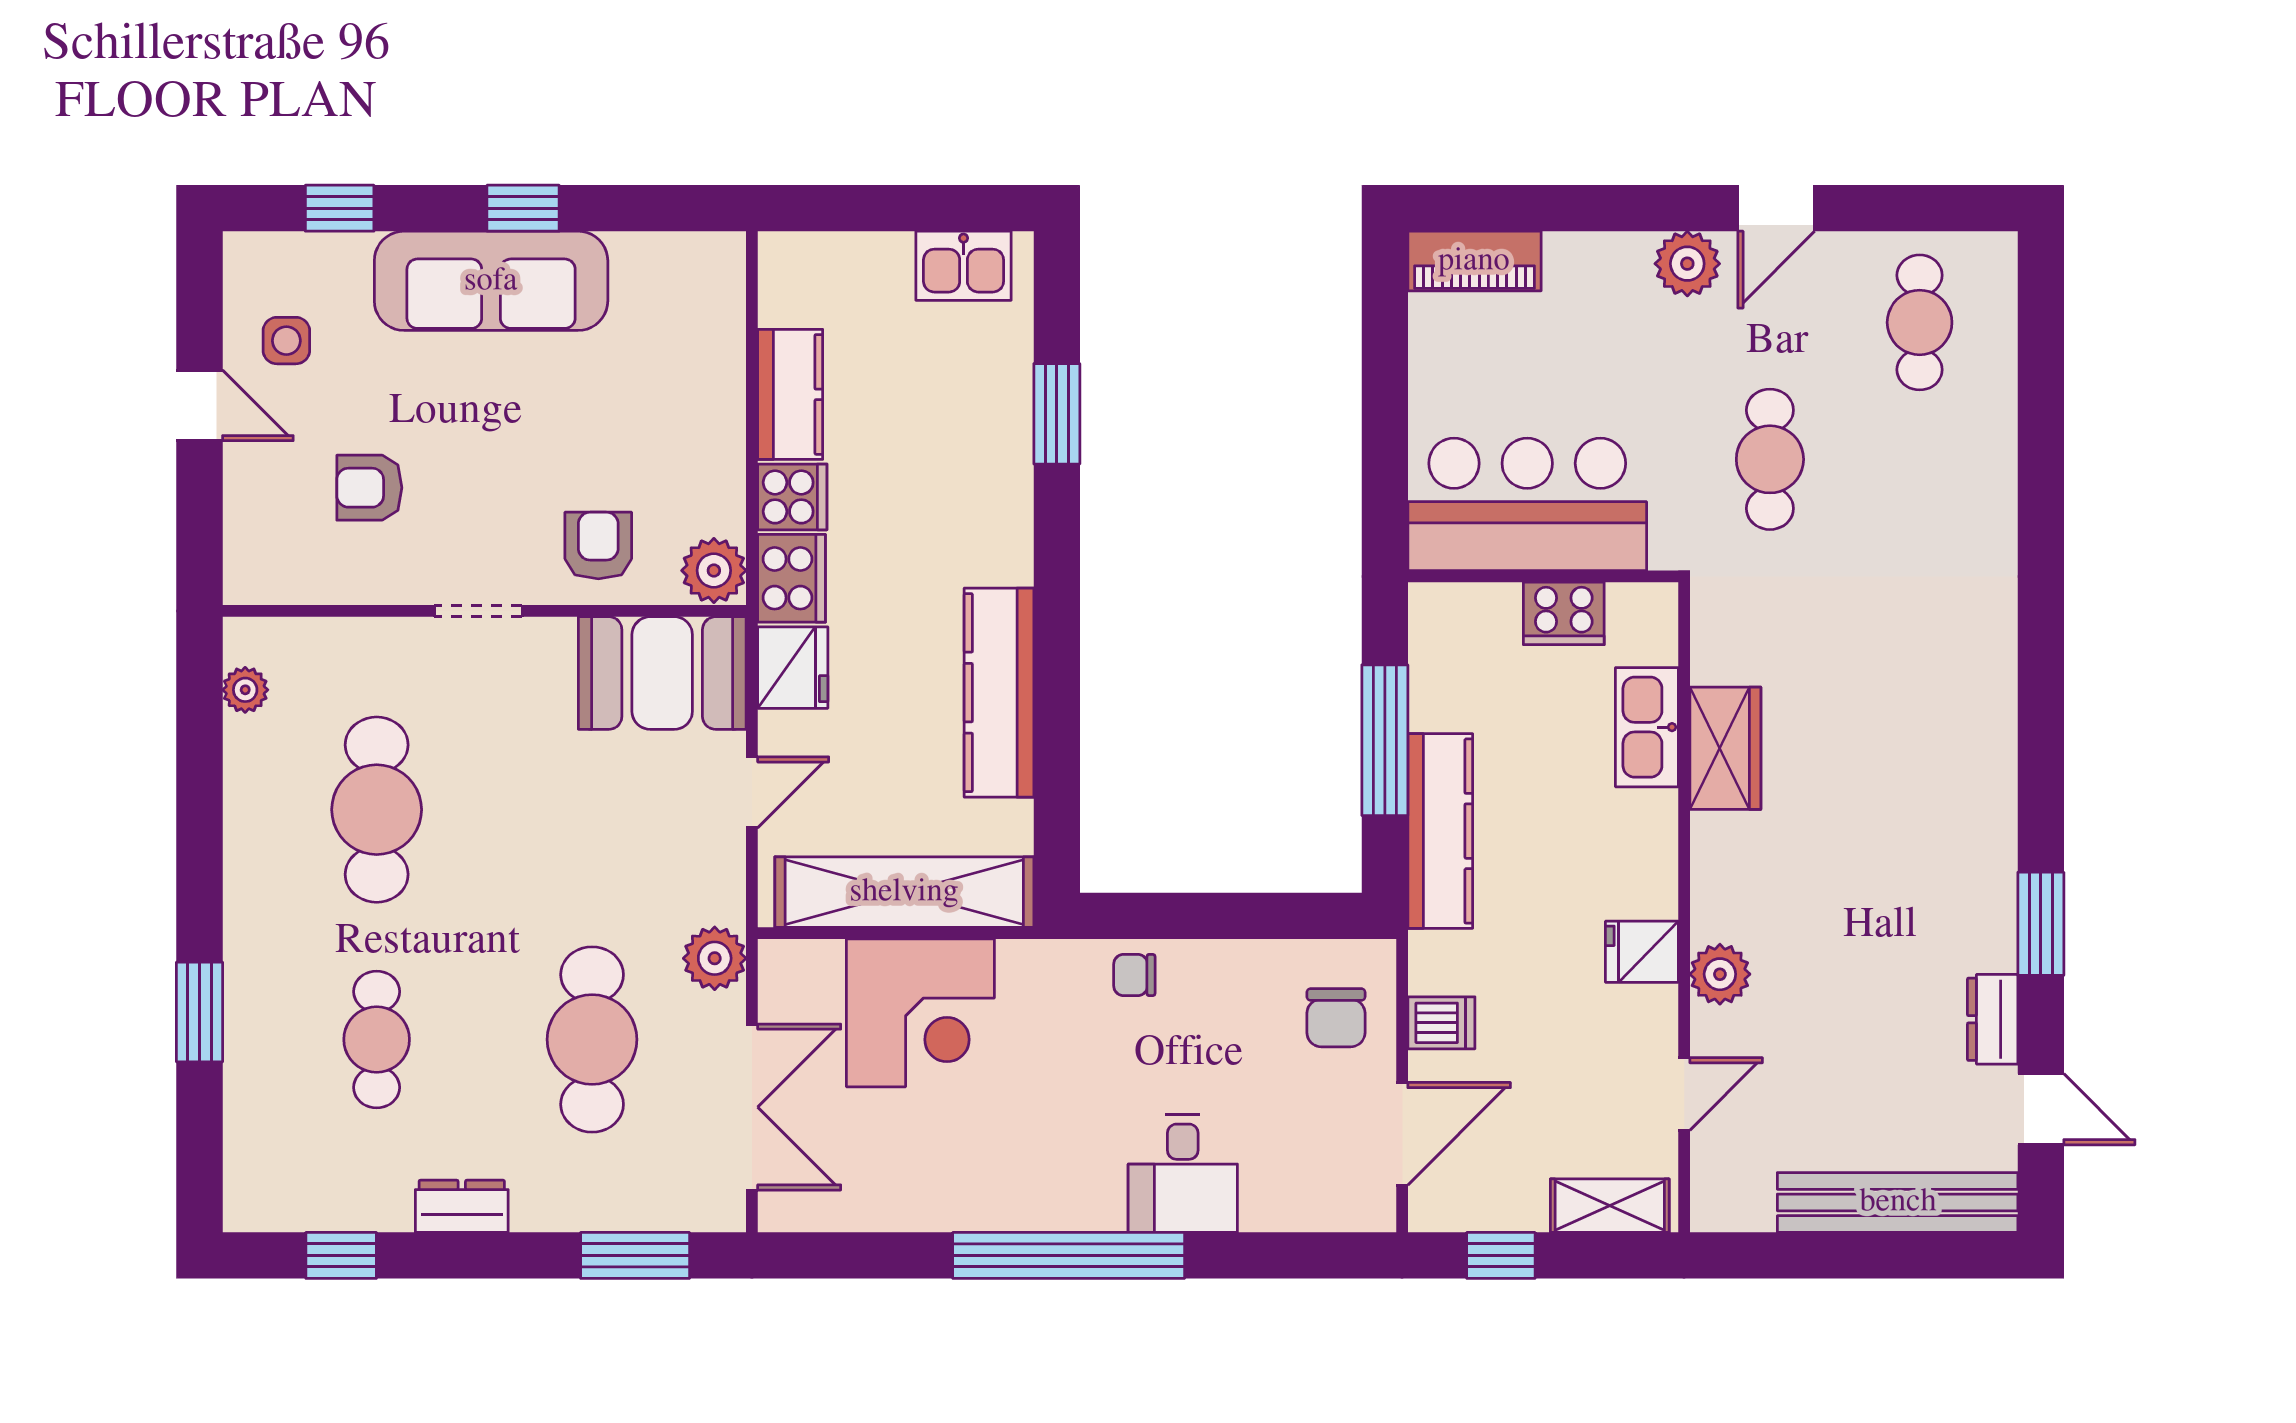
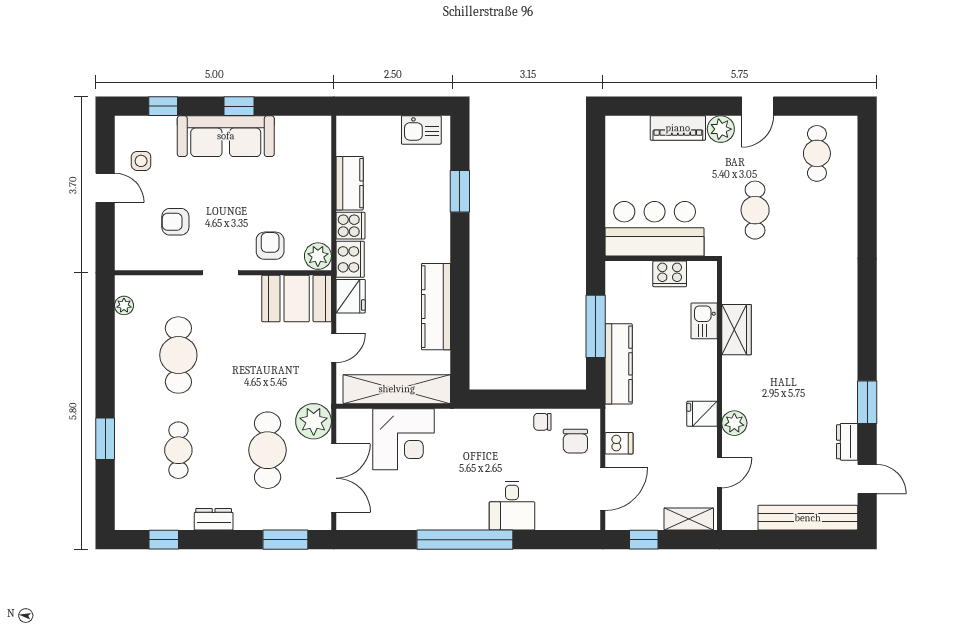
piano: (1474, 261) -> (678, 128), moved
kitchen sink: (1647, 727) -> (704, 321), width x0.73
plant: (715, 958) -> (314, 421), width x1.36, depth x1.36
chair: (1134, 975) -> (542, 422), moved

